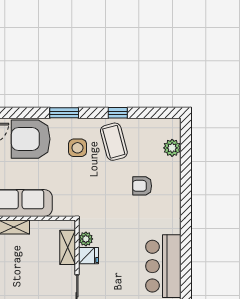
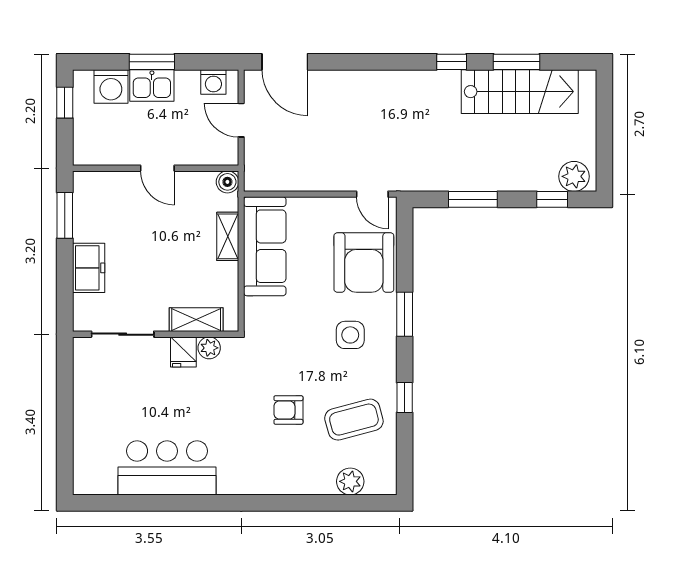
armchair: (31, 139) -> (364, 263), turned 180
coffee table: (114, 142) -> (354, 420), moved
armchair: (142, 186) -> (288, 410), moved, turned -90

